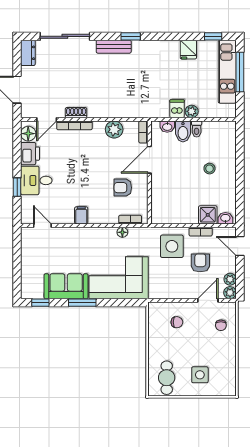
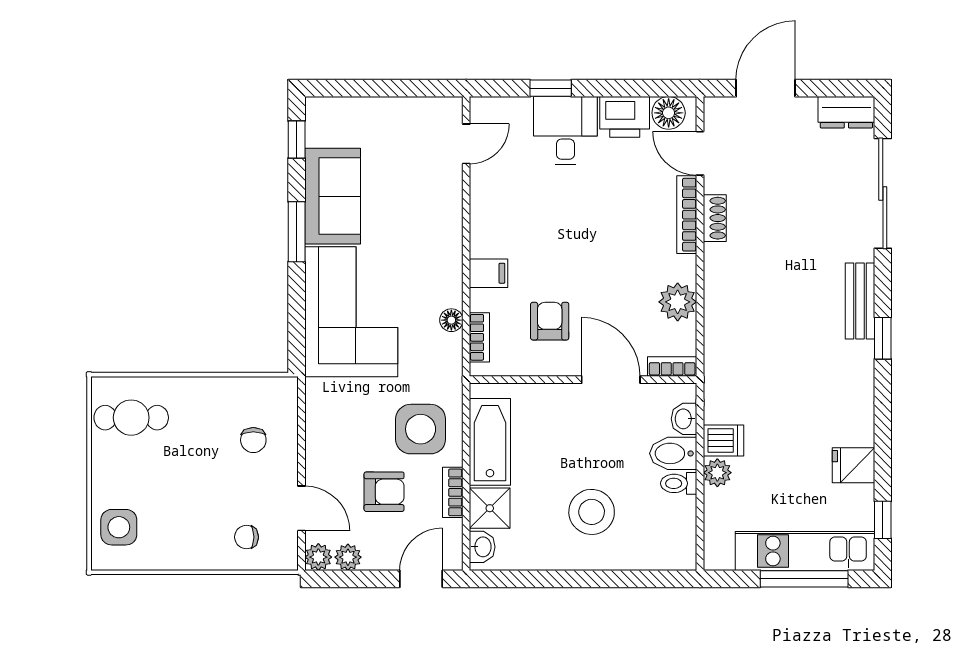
stool: (209, 169) -> (592, 512), width x1.89, depth x1.89
filing cabinet: (81, 215) -> (489, 273), moved
bathtub: (178, 215) -> (490, 442), added
side table: (200, 375) -> (119, 527), moved

